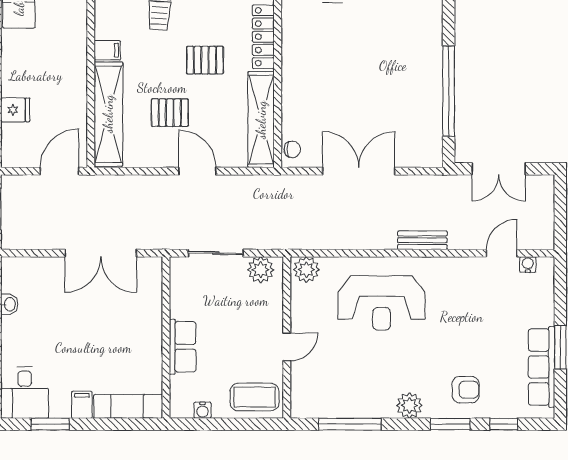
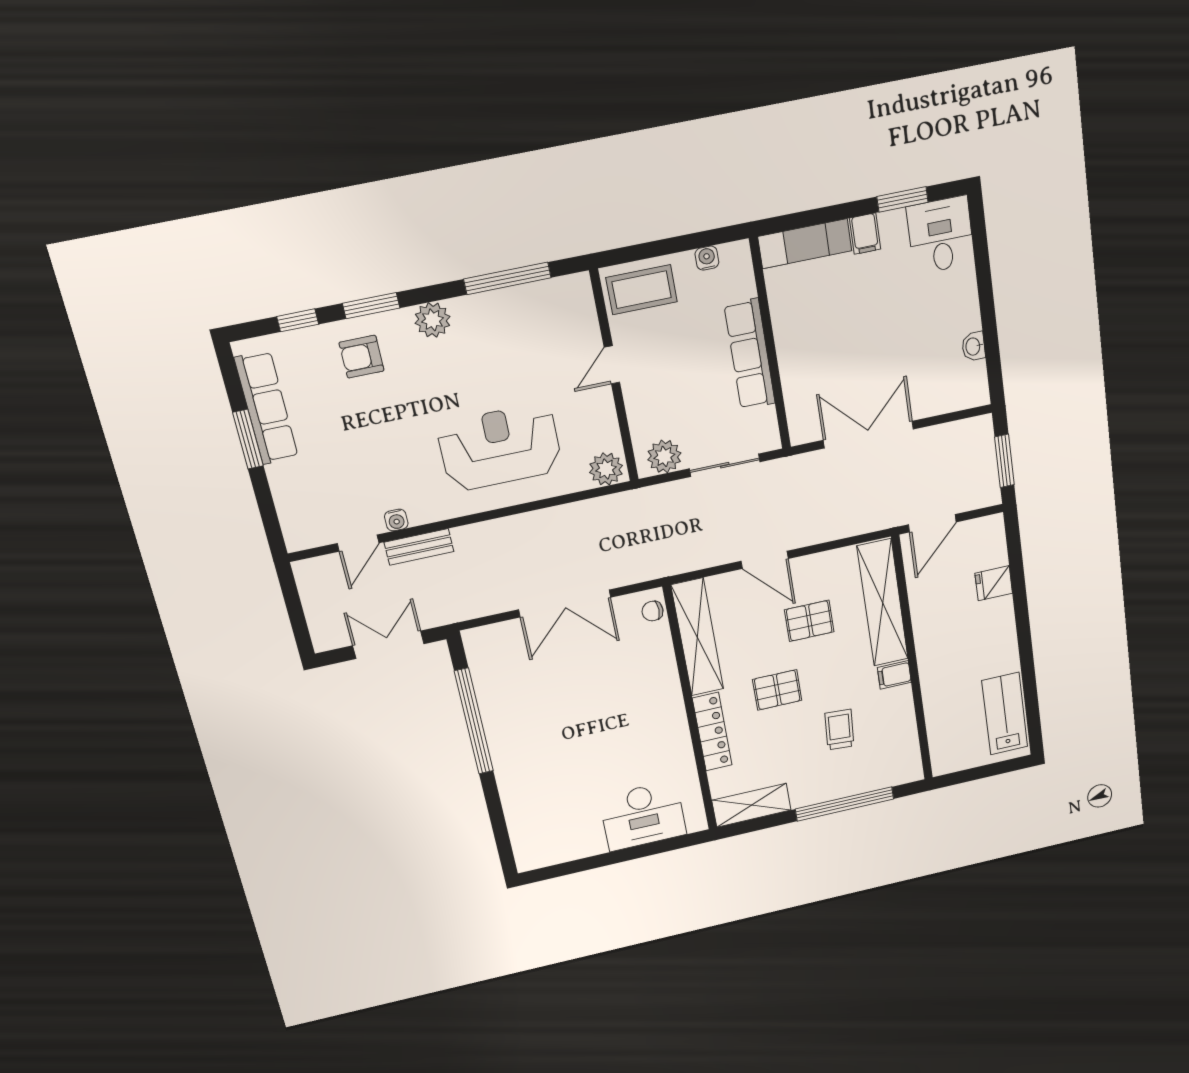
bench: (422, 240) -> (419, 547), moved
water cooler: (528, 265) -> (396, 520), moved
row of seats: (183, 347) -> (750, 354), width x1.48

